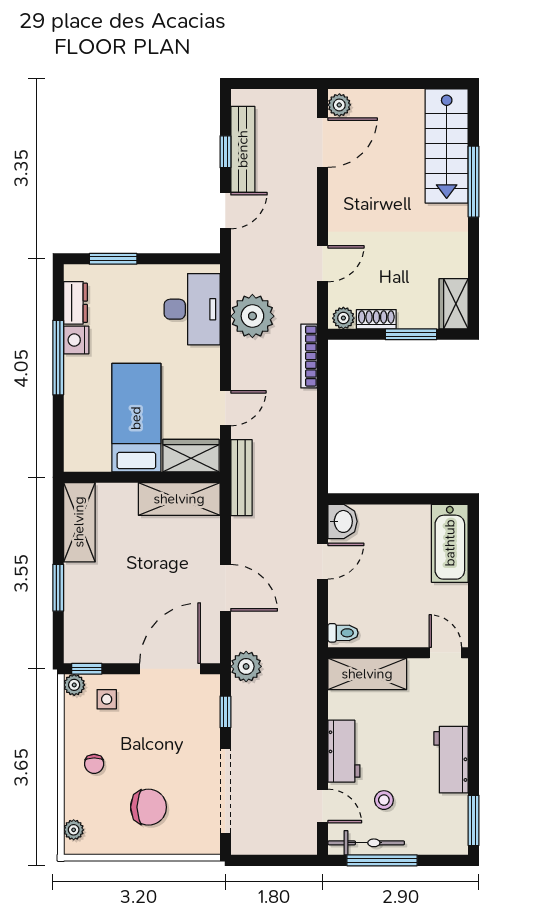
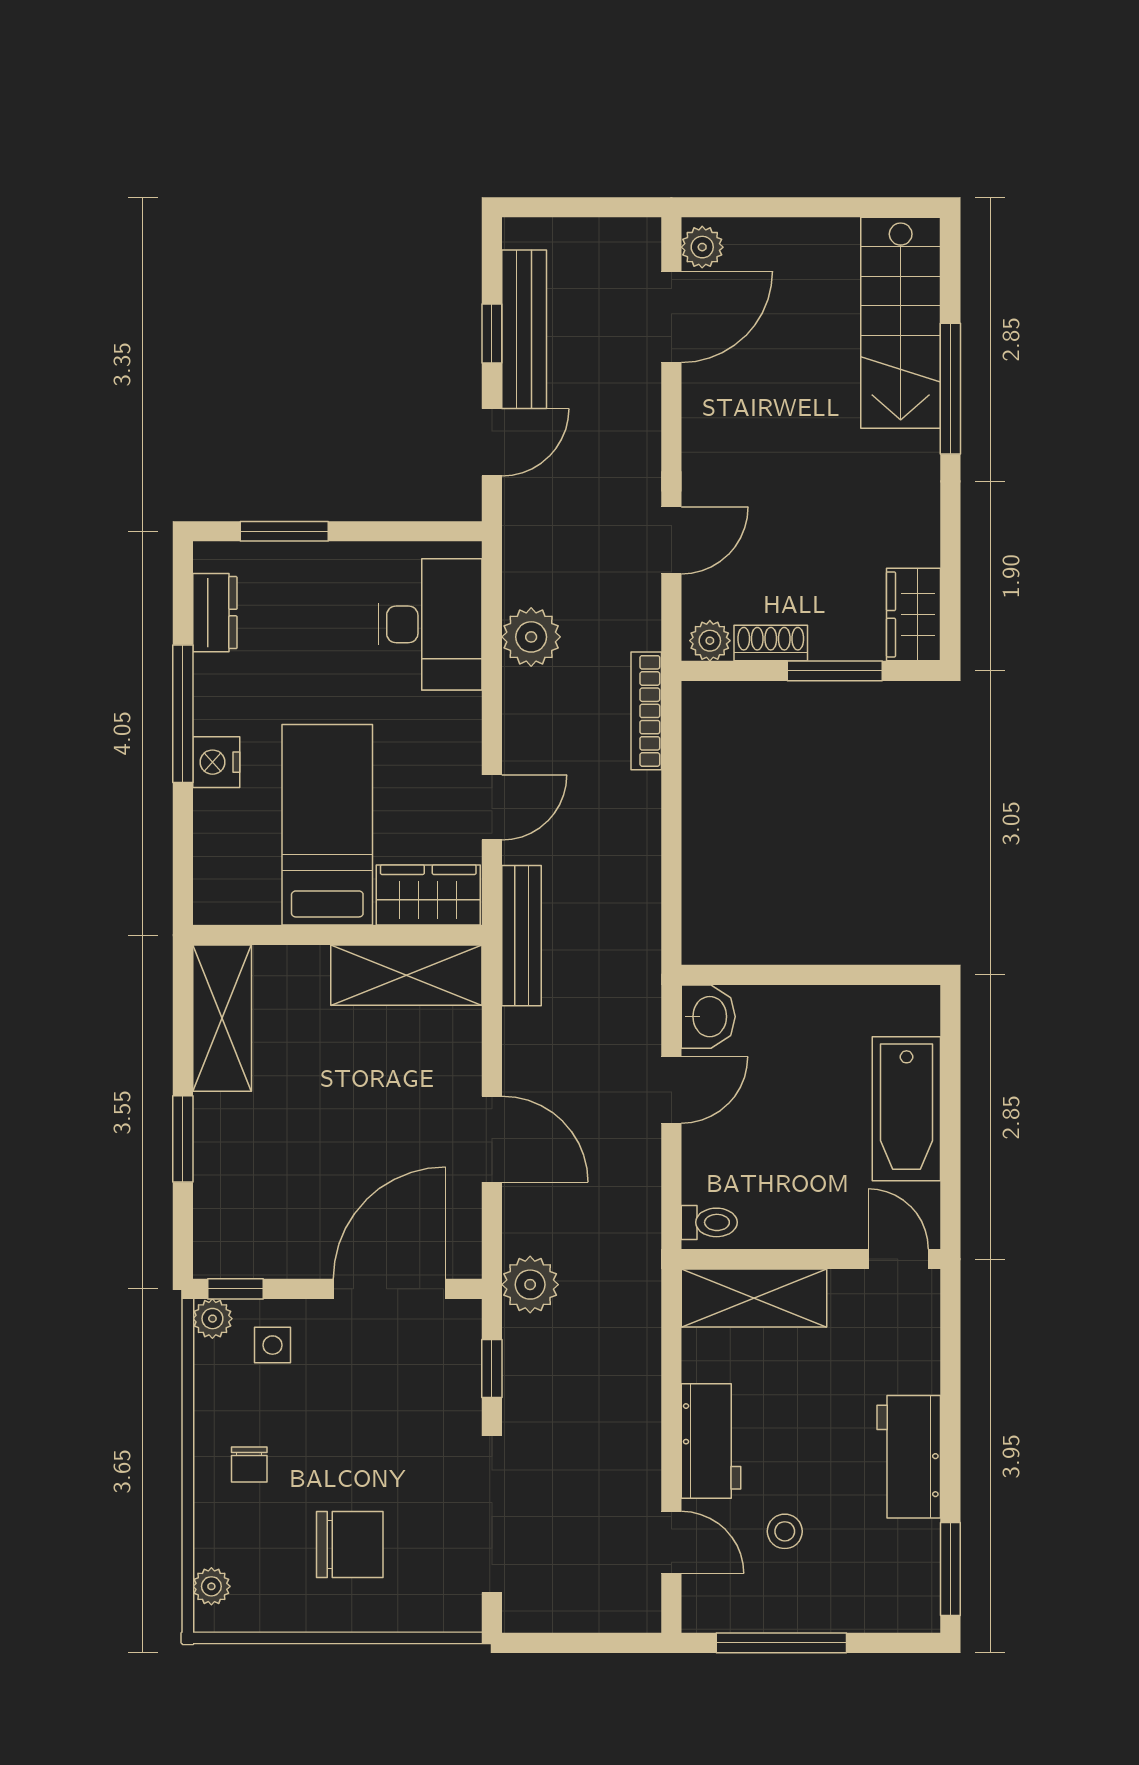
plant: (252, 316) -> (531, 637), width x0.73, depth x0.73
nightstand: (76, 340) -> (216, 762), moved
bathtub: (450, 543) -> (906, 1109), moved
bicycle: (366, 843) -> (752, 1610), removed

